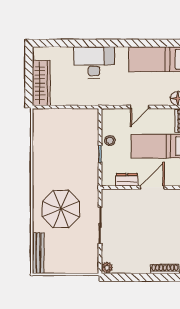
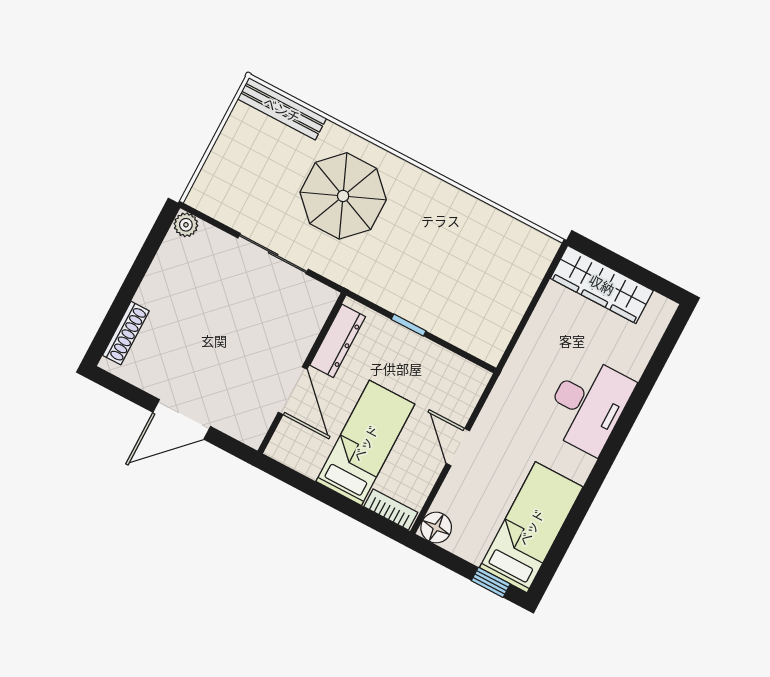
stool: (110, 141) -> (424, 357), removed
dresser: (127, 180) -> (338, 341), width x1.44

